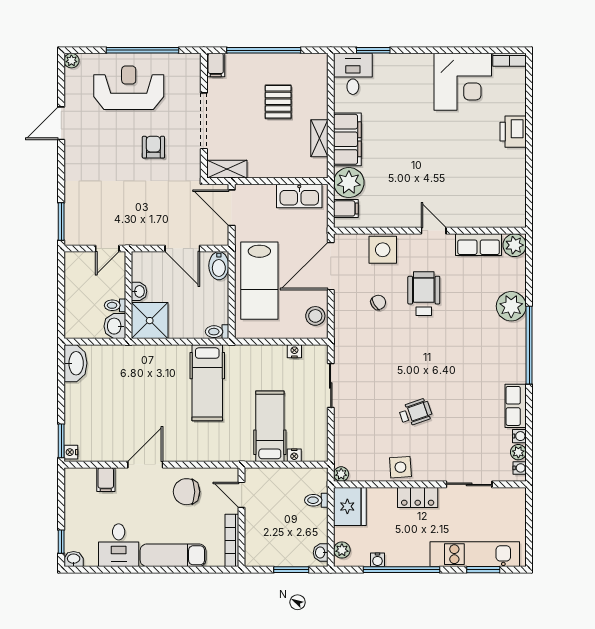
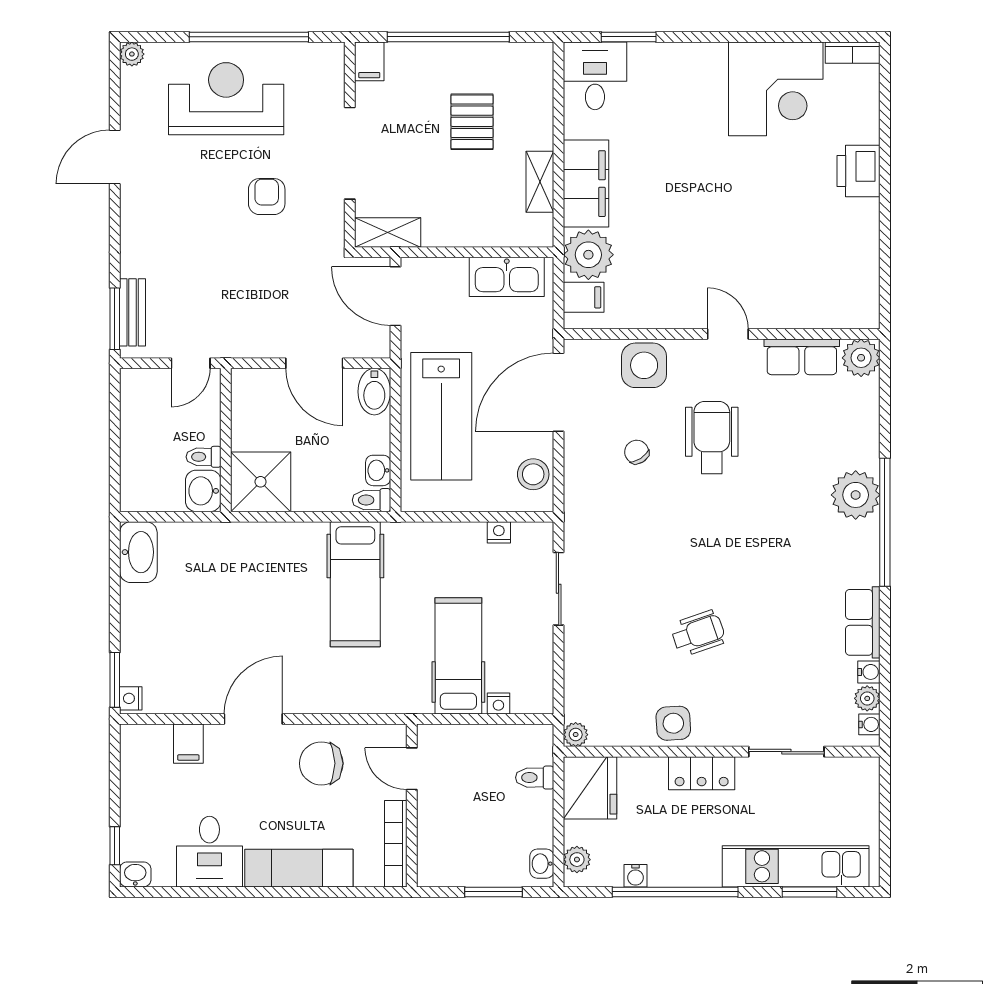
bench: (72, 218) -> (133, 312), added
washbasin: (139, 291) -> (378, 470), moved, turned 180
chair: (378, 302) -> (637, 452), turned -91
plant: (511, 306) -> (856, 495), moved

